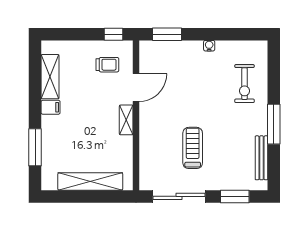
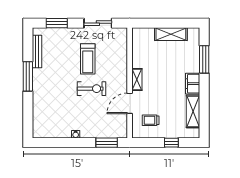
window: (114, 34) -> (171, 143), moved
exercise bike: (245, 84) -> (91, 89), moved, turned 90
filing cabinet: (51, 107) -> (193, 84), width x2.00
shelving: (90, 181) -> (171, 34), width x0.68
sliding door: (179, 196) -> (98, 23), width x0.73

